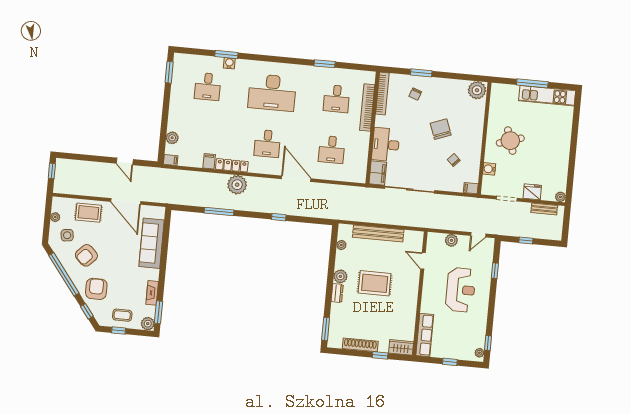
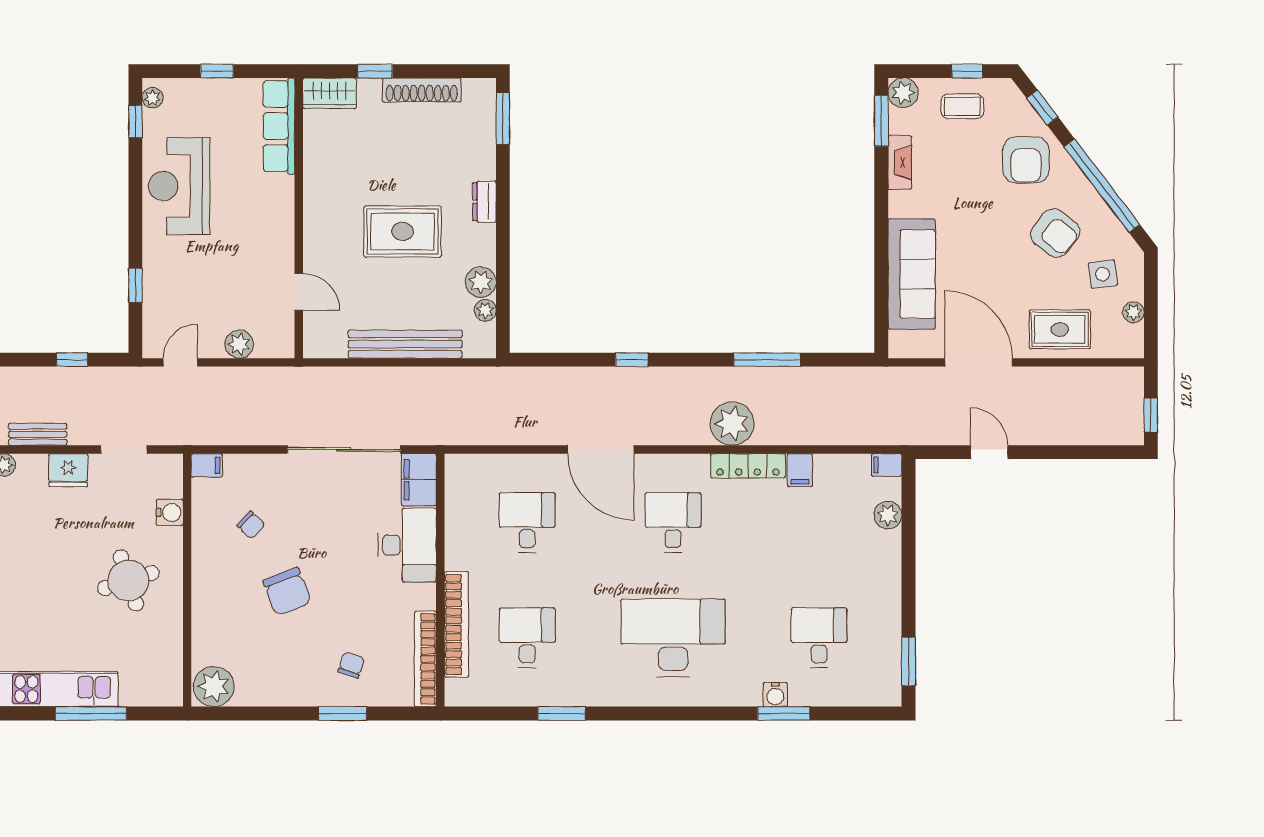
armchair: (86, 255) -> (1055, 233), turned 84
plant: (340, 276) -> (481, 282), moved
reception desk: (461, 290) -> (179, 186), moved

